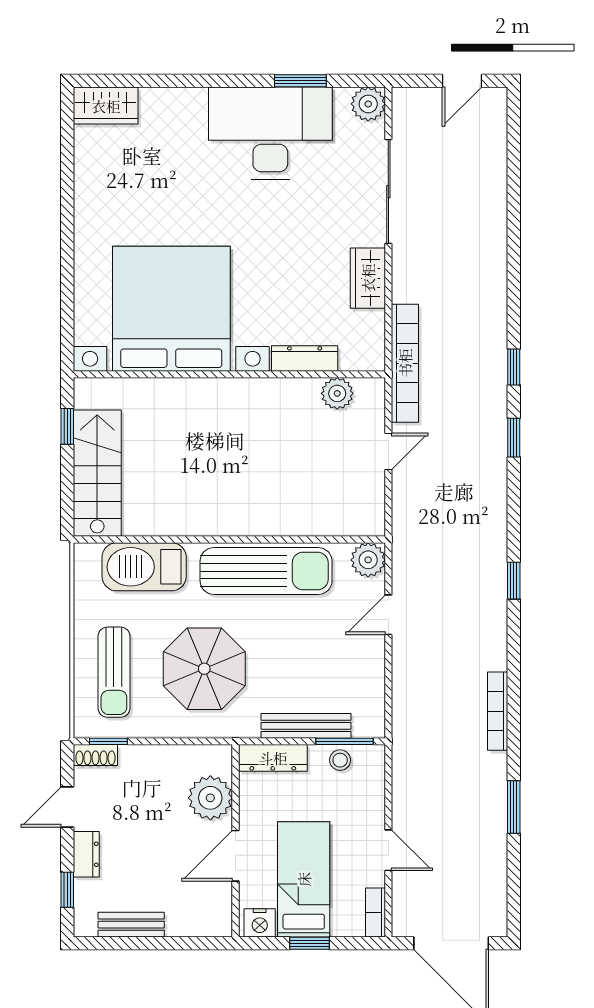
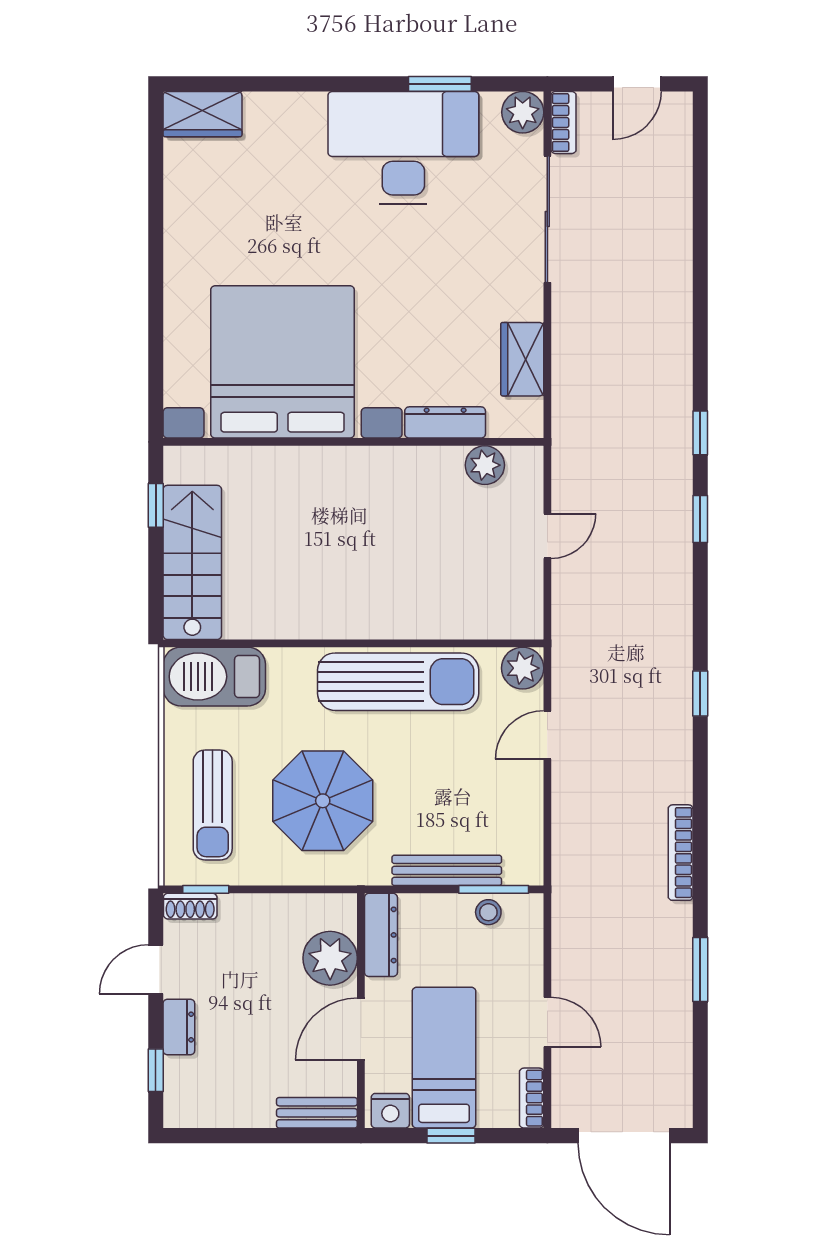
wardrobe: (368, 278) -> (522, 359), moved
bookcase: (405, 363) -> (564, 122), moved, width x0.43, depth x0.76
barbecue: (144, 567) -> (214, 677), moved
dresser: (273, 758) -> (381, 935), moved, turned -90
bench: (131, 925) -> (317, 1113), moved

